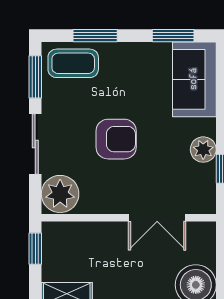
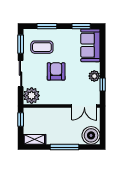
coffee table: (73, 63) -> (42, 47), moved
armchair: (116, 139) -> (56, 71), turned -90
double door: (157, 218) -> (84, 106), moved

